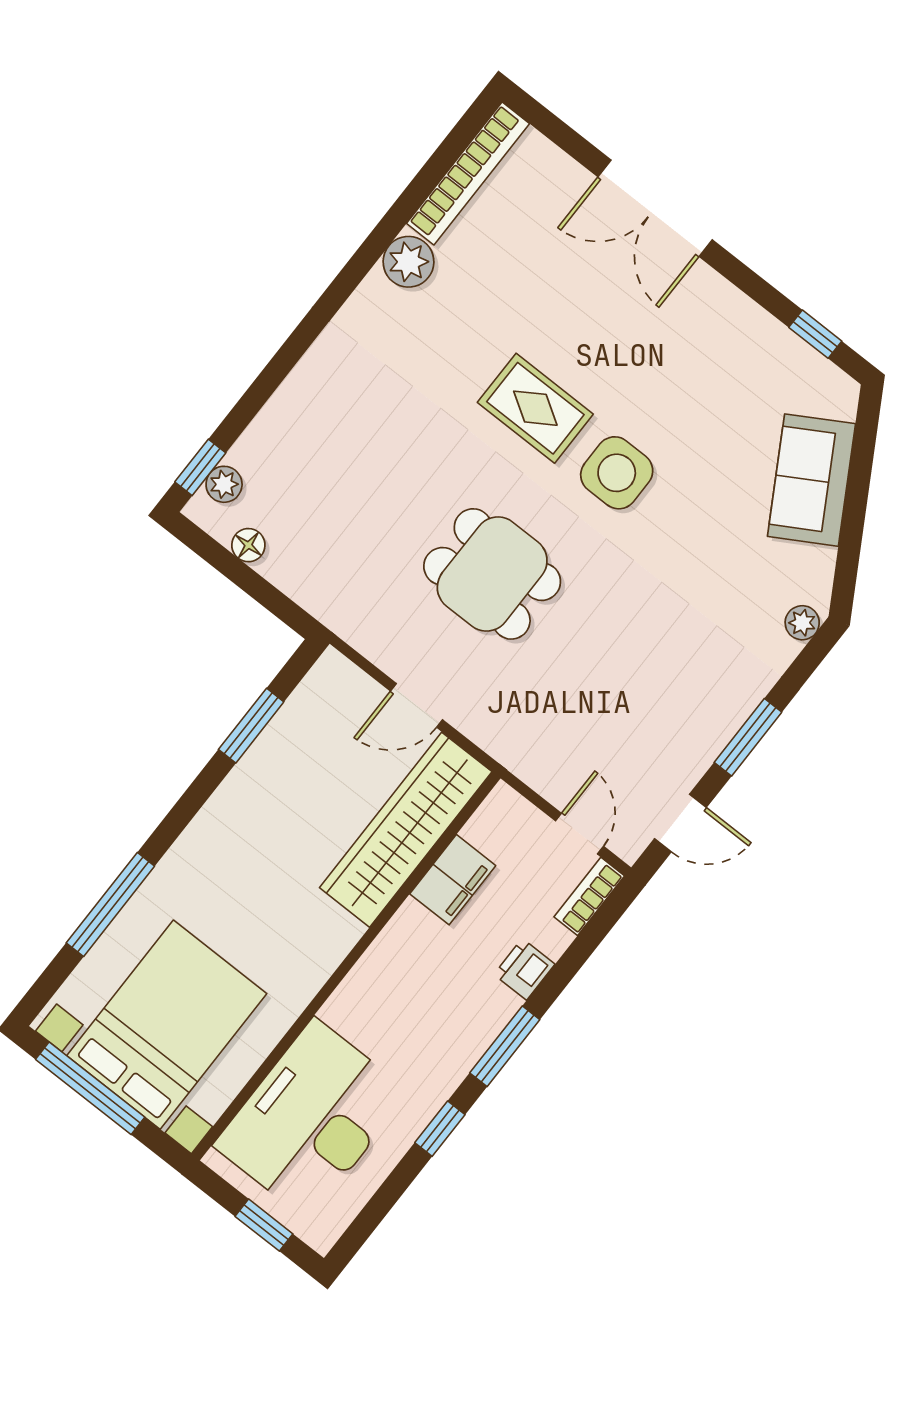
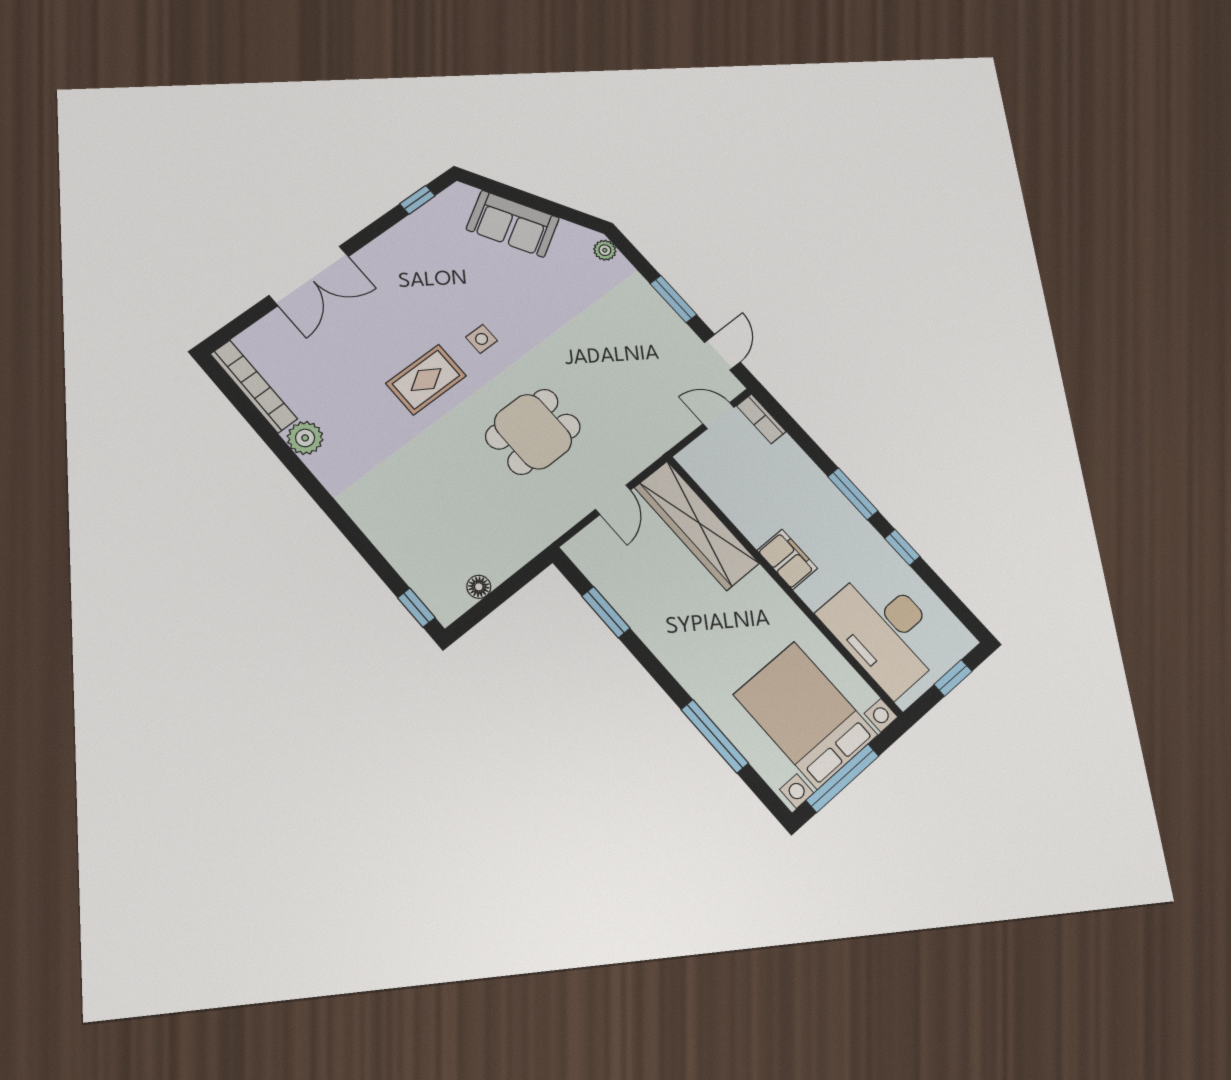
side table: (617, 473) -> (482, 339), width x0.54, depth x0.54
plant: (224, 484) -> (432, 594), removed
filing cabinet: (453, 880) -> (787, 559), moved
printer: (524, 969) -> (803, 470), removed

